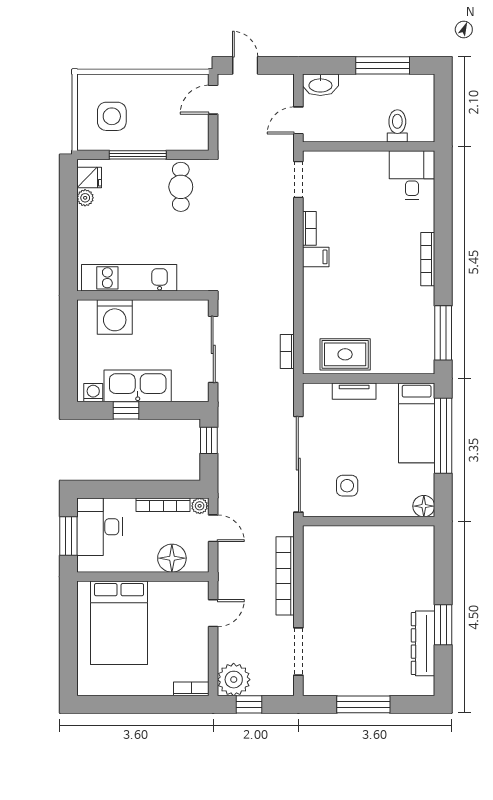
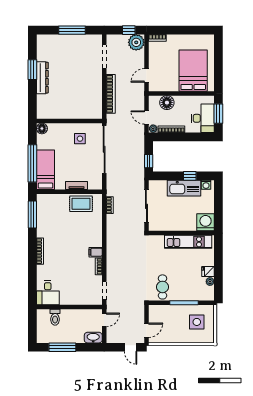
fridge: (89, 177) -> (208, 271), moved
washing machine: (115, 317) -> (206, 222), moved
dresser: (423, 643) -> (42, 78), moved

